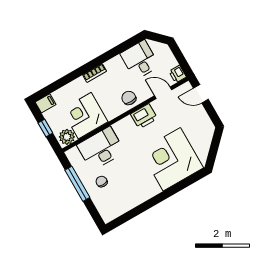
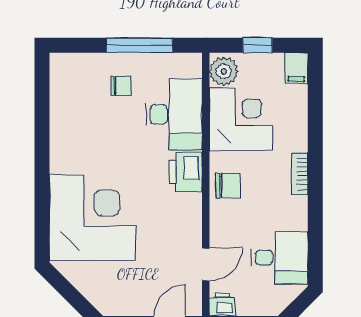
chair: (129, 98) -> (228, 185), moved
printer: (144, 116) -> (186, 172), moved

